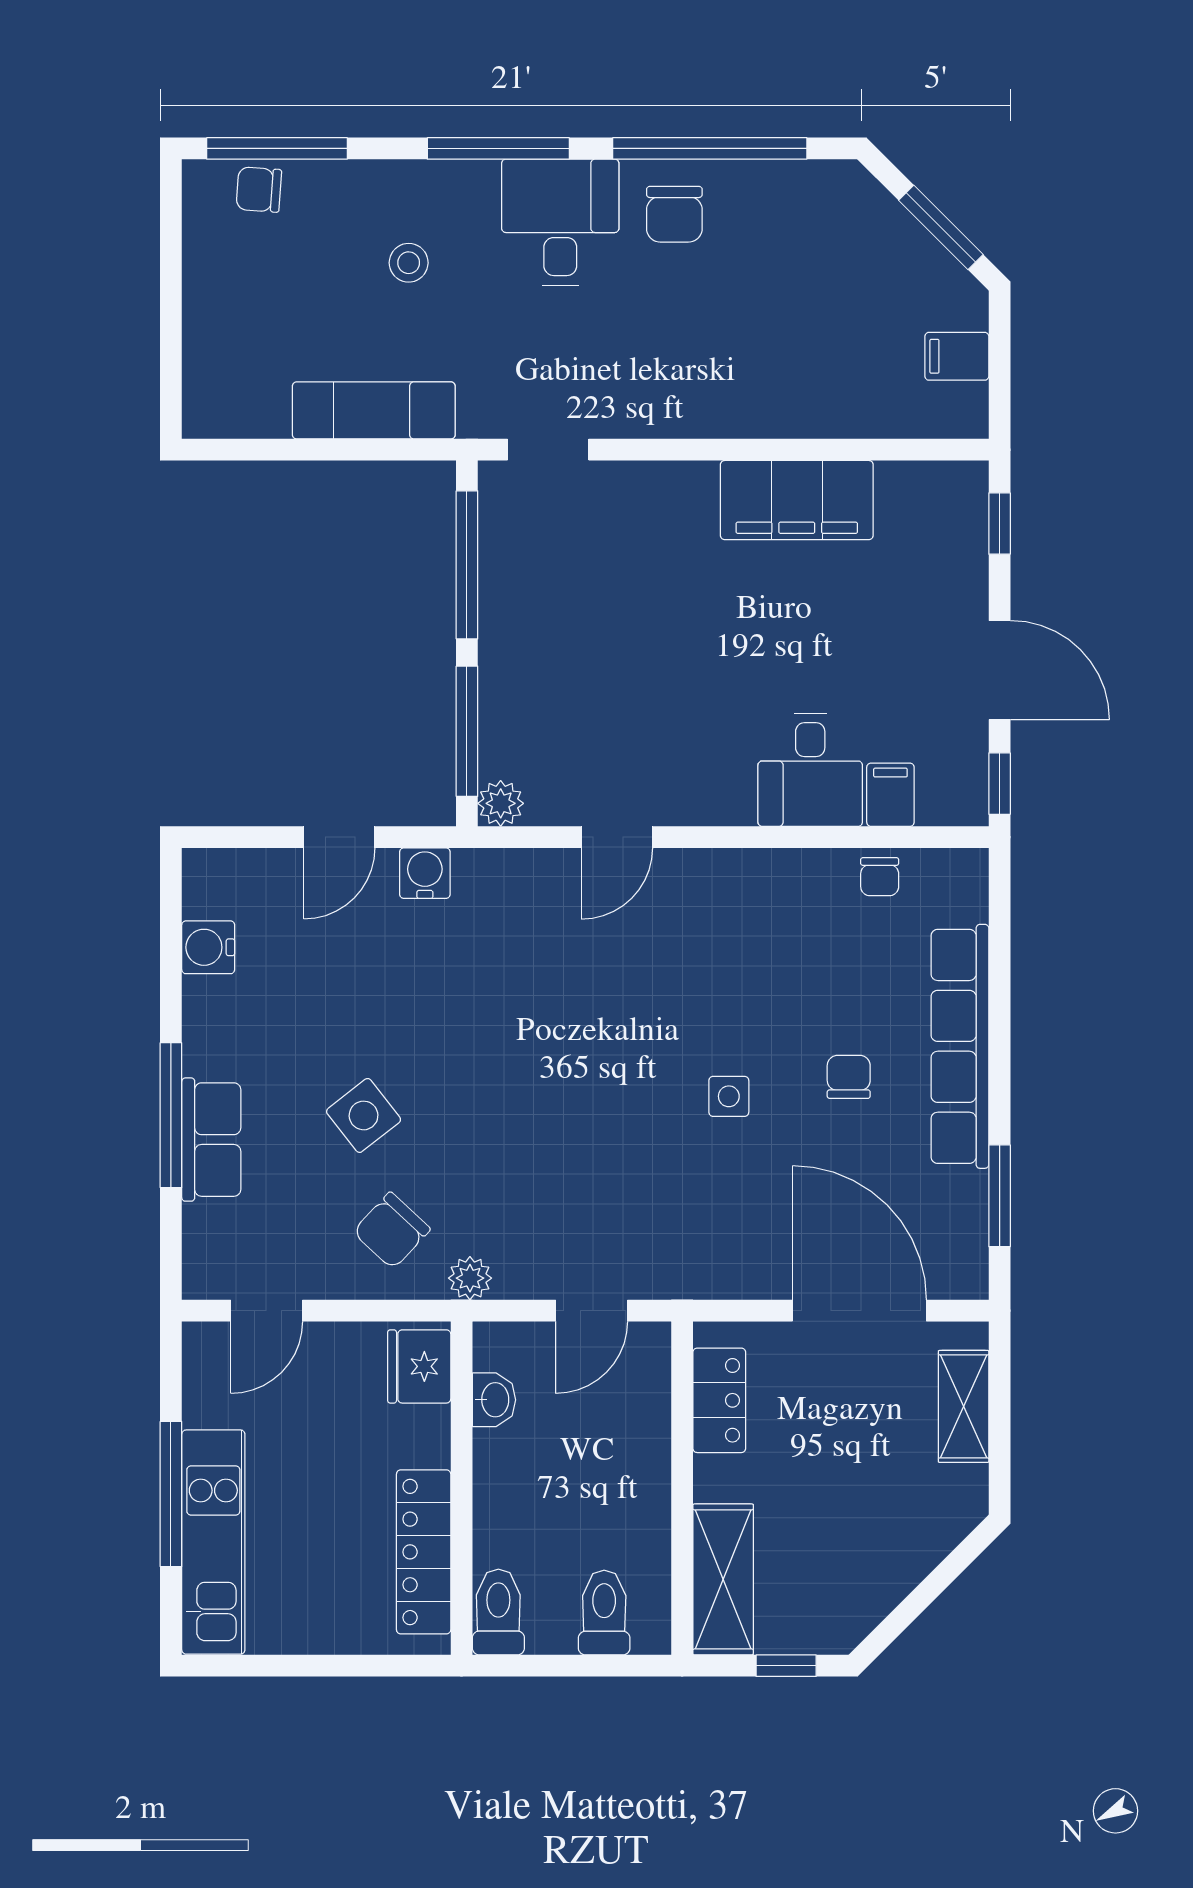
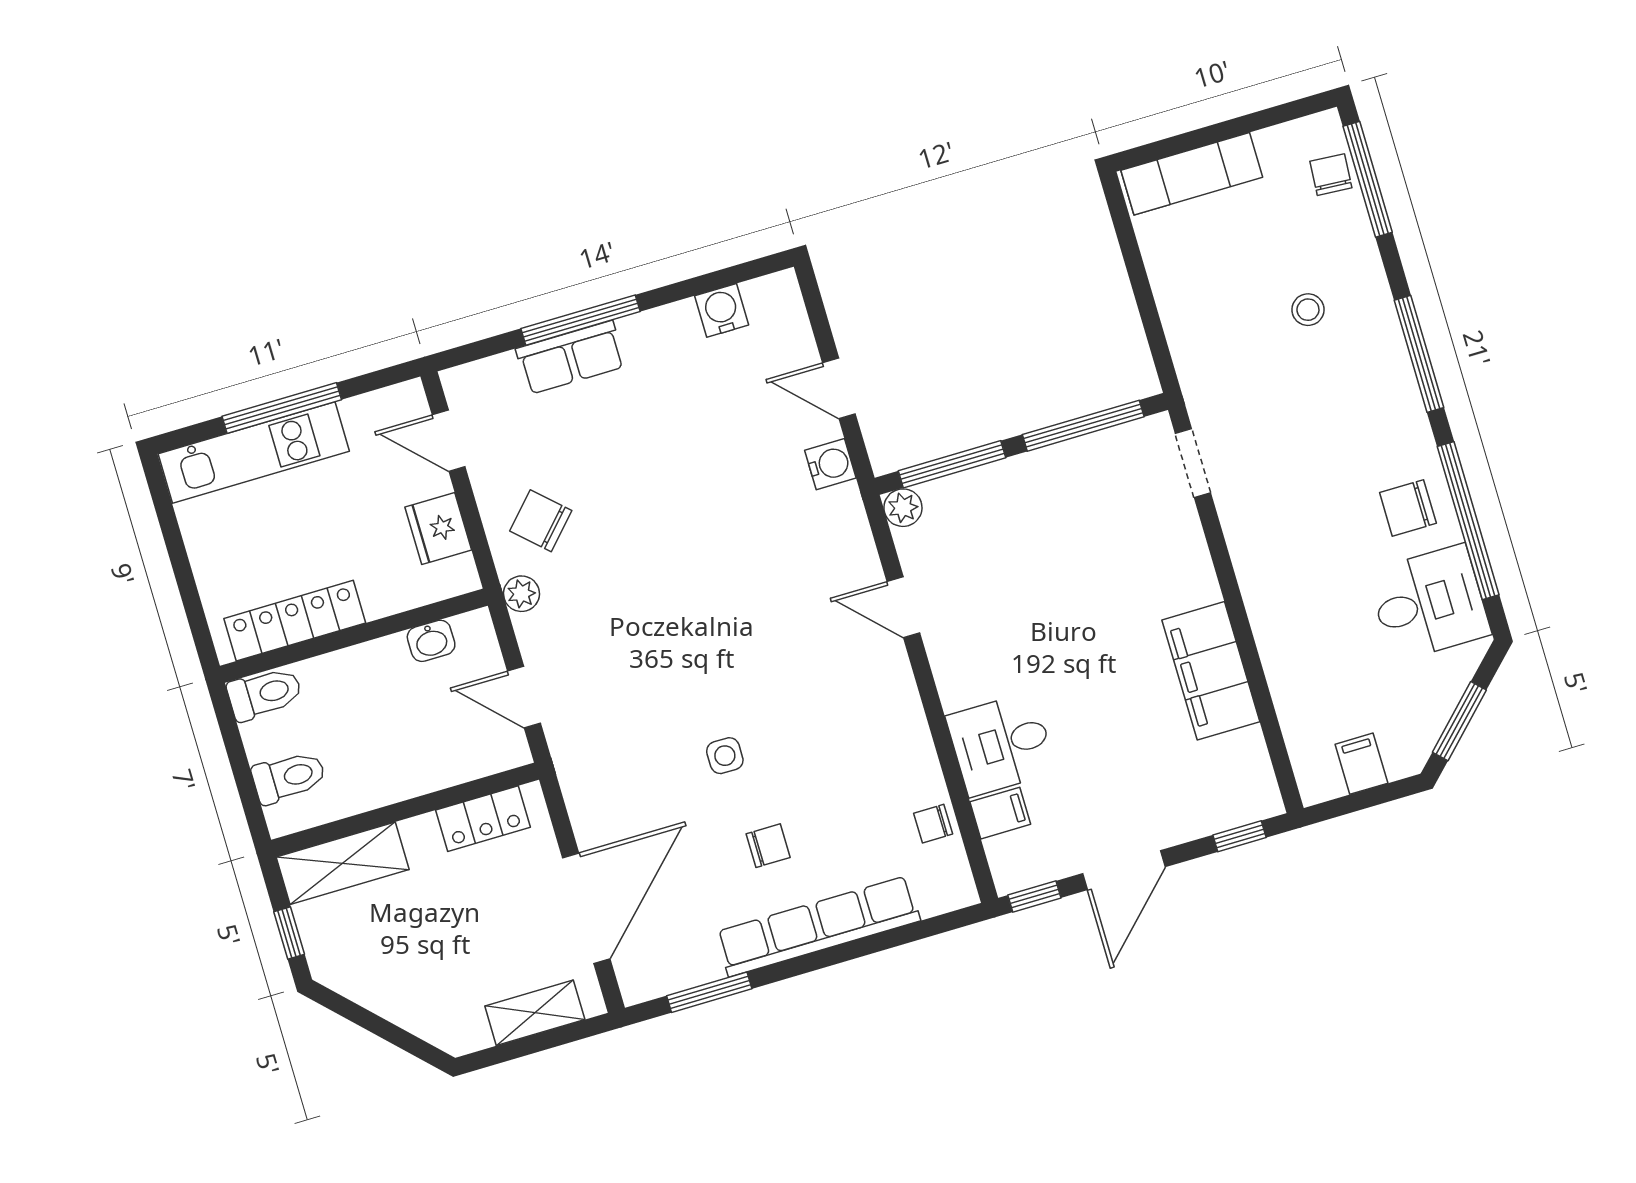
desk: (560, 222) -> (1429, 603), moved
exam couch: (374, 410) -> (1192, 174), moved, turned 90
side table: (364, 1115) -> (625, 472), removed
fridge: (419, 1366) -> (438, 529), moved, turned -90

